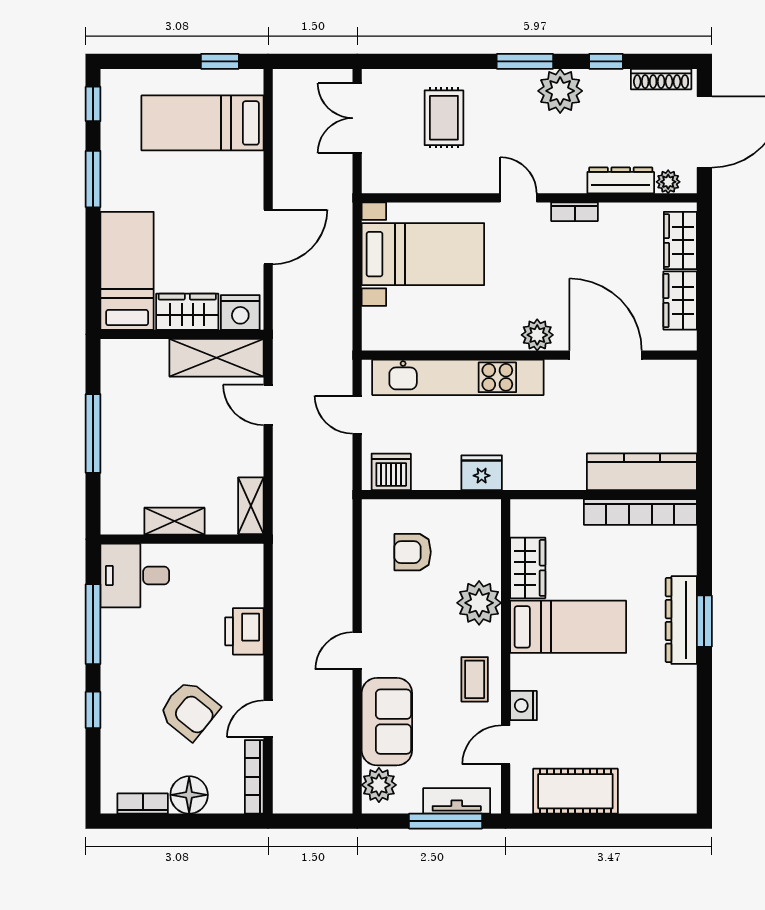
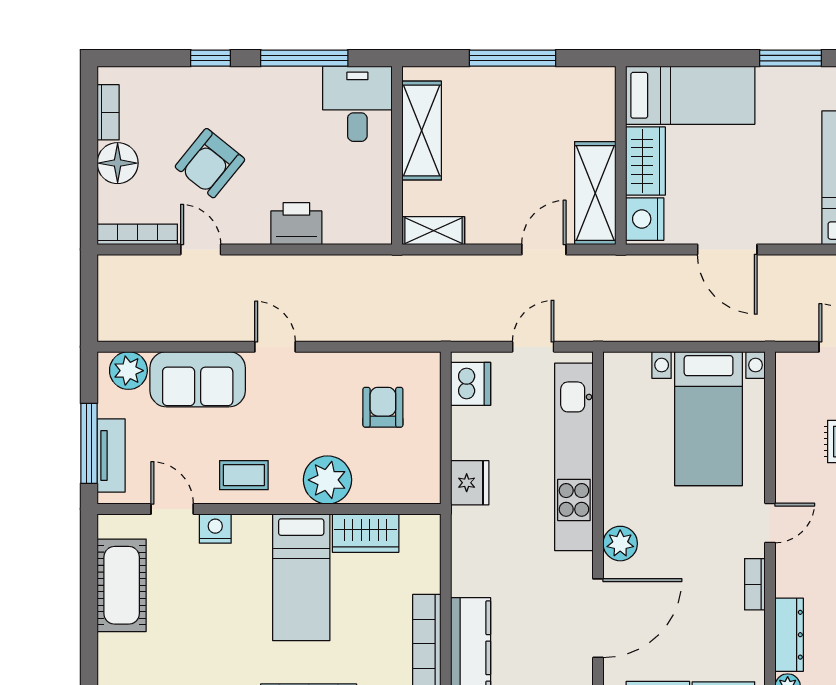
shelving: (174, 521) -> (422, 131), width x1.50, depth x1.33

